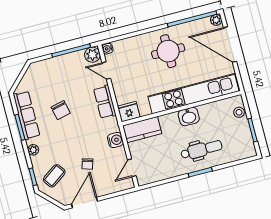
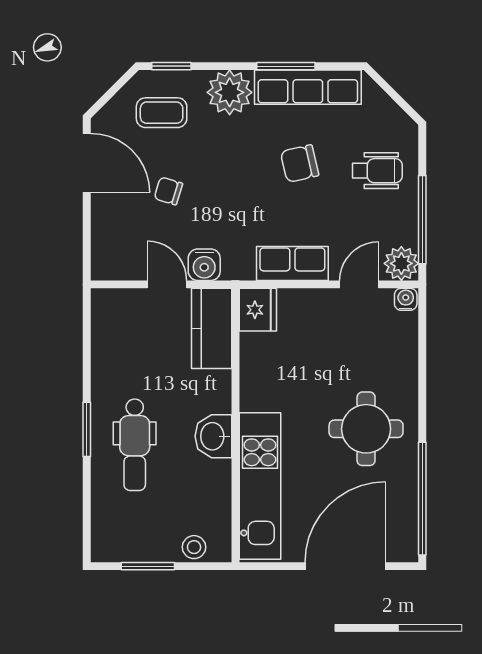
plant: (216, 20) -> (406, 550), removed
wheelchair: (55, 76) -> (377, 171), added
kitchen unit: (193, 94) -> (260, 486), width x0.73
plant: (33, 150) -> (230, 92), width x1.88, depth x1.88
door: (132, 168) -> (167, 284), moved
coffee table: (54, 176) -> (162, 113), turned -55

